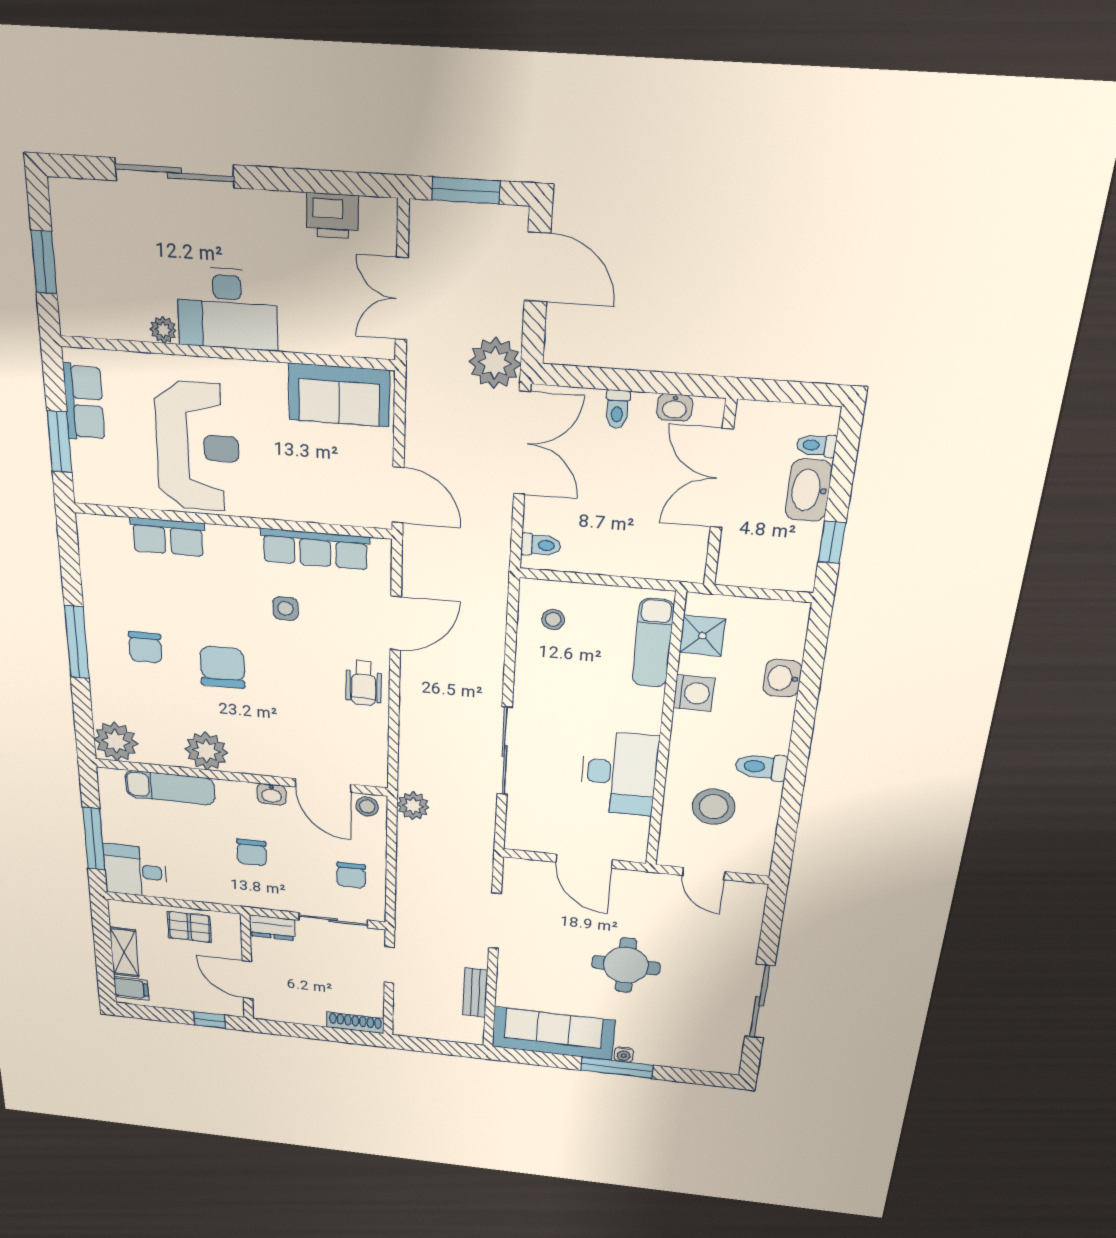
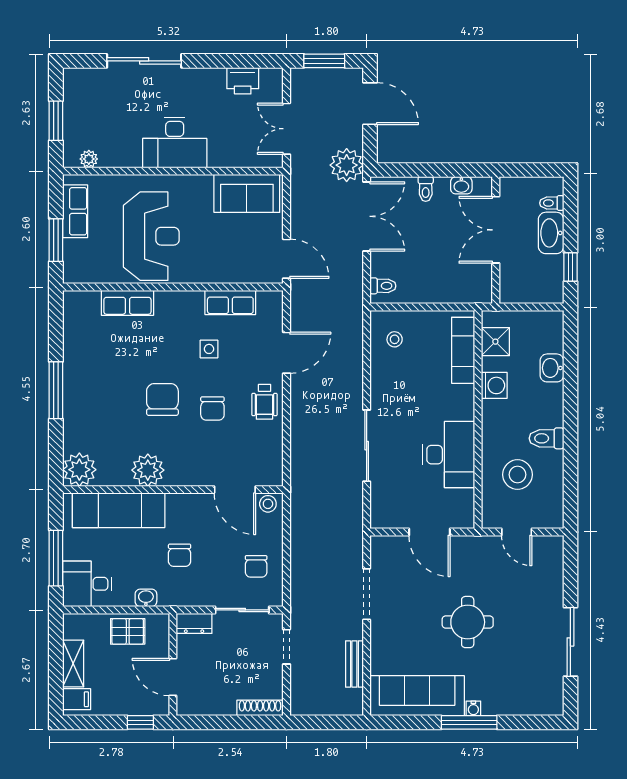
plant: (163, 330) -> (89, 159), moved
row of seats: (315, 549) -> (230, 302), width x0.68
chair: (145, 647) -> (212, 409), moved
exam couch: (170, 788) -> (119, 510), width x1.36, depth x1.45
washbasin: (272, 794) -> (146, 598), moved, turned 180
plant: (413, 806) -> (302, 499), removed

